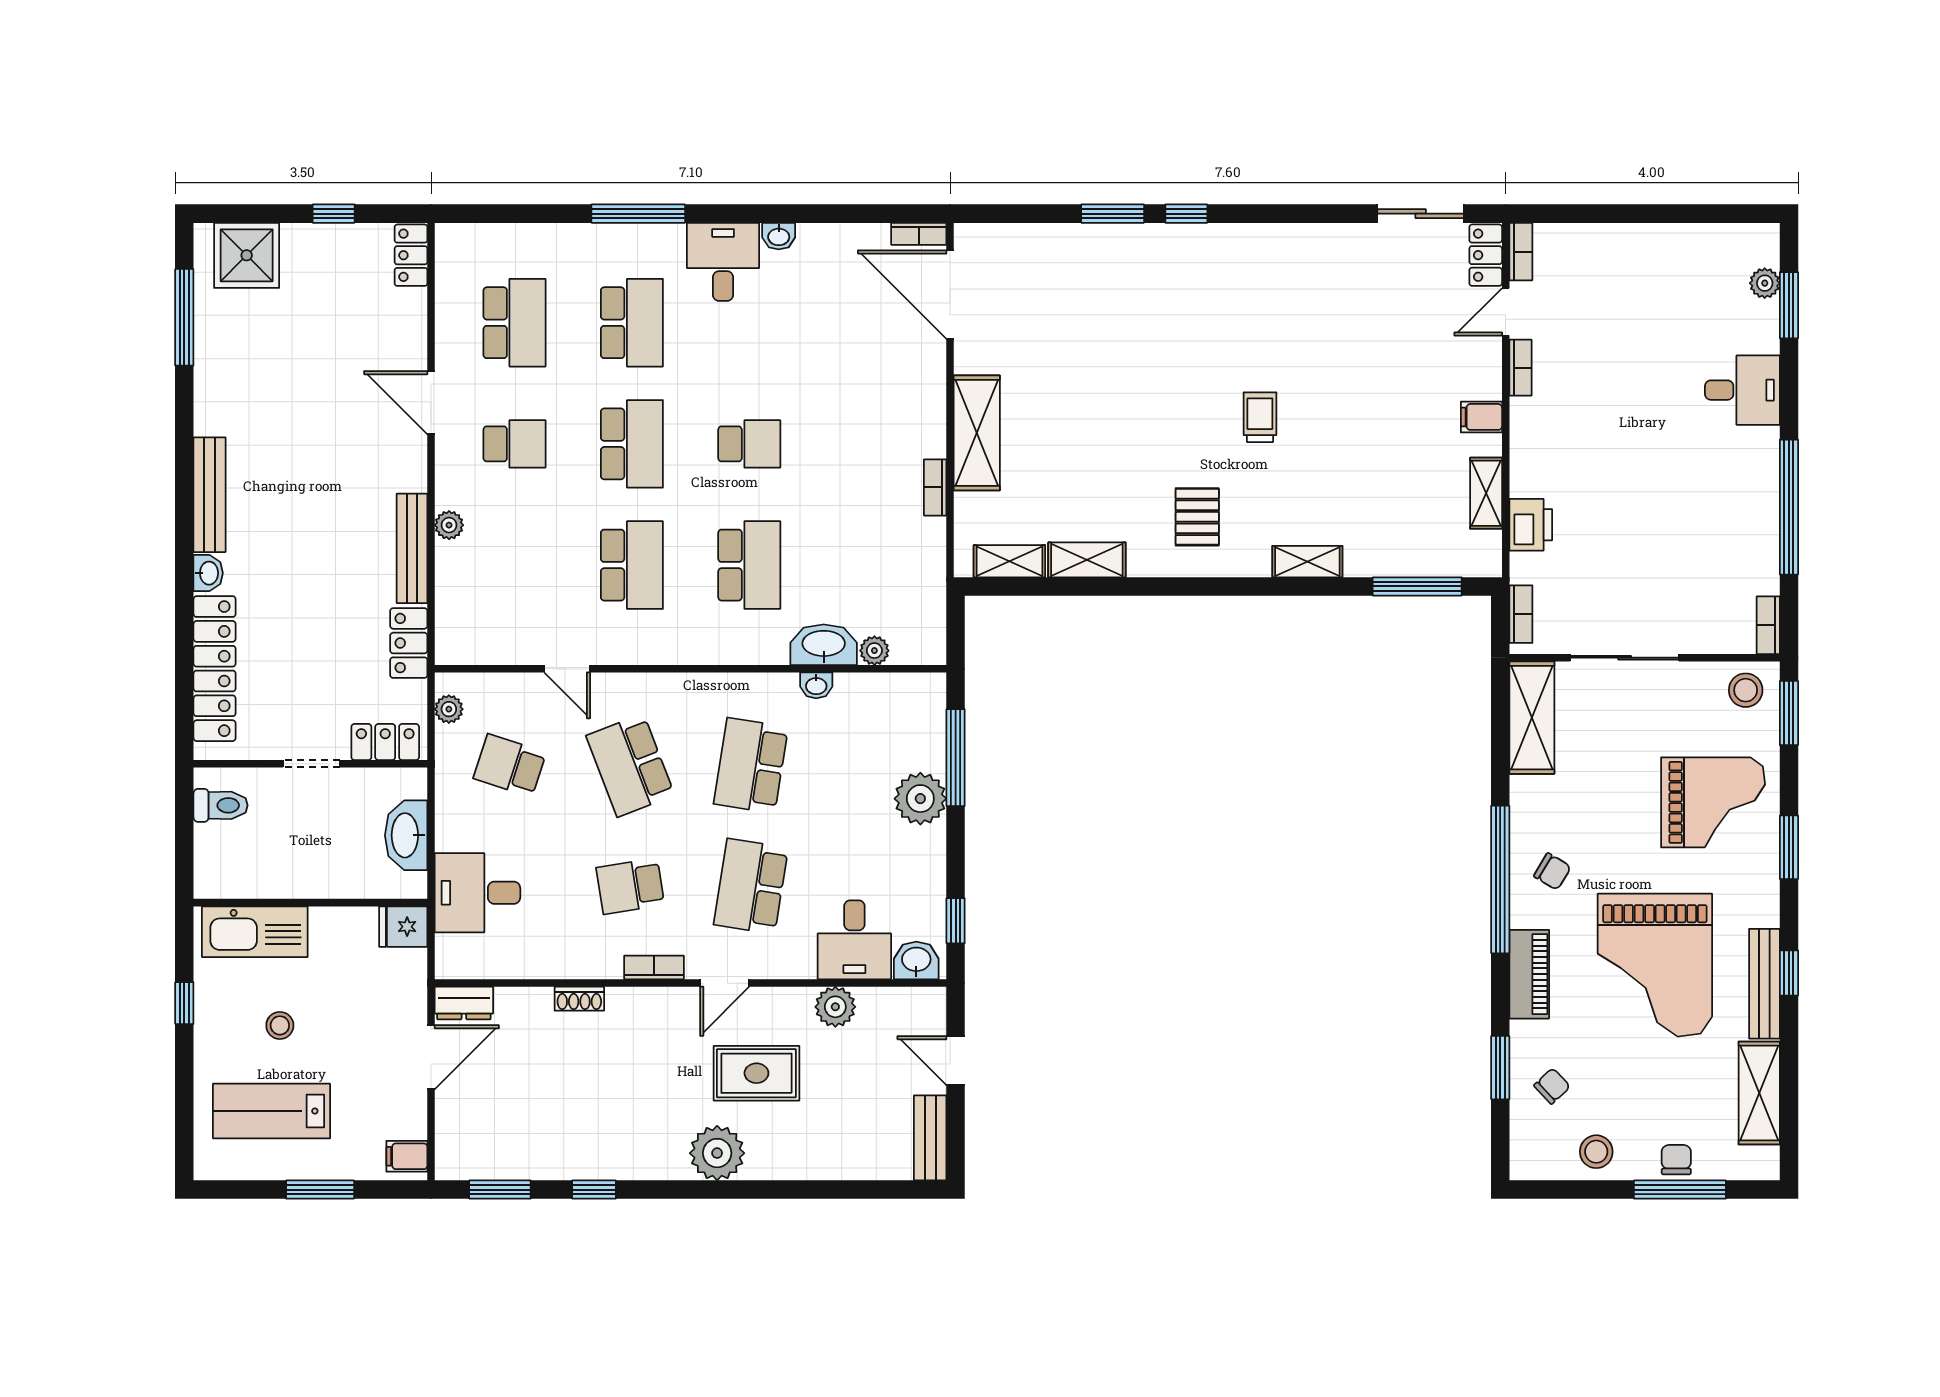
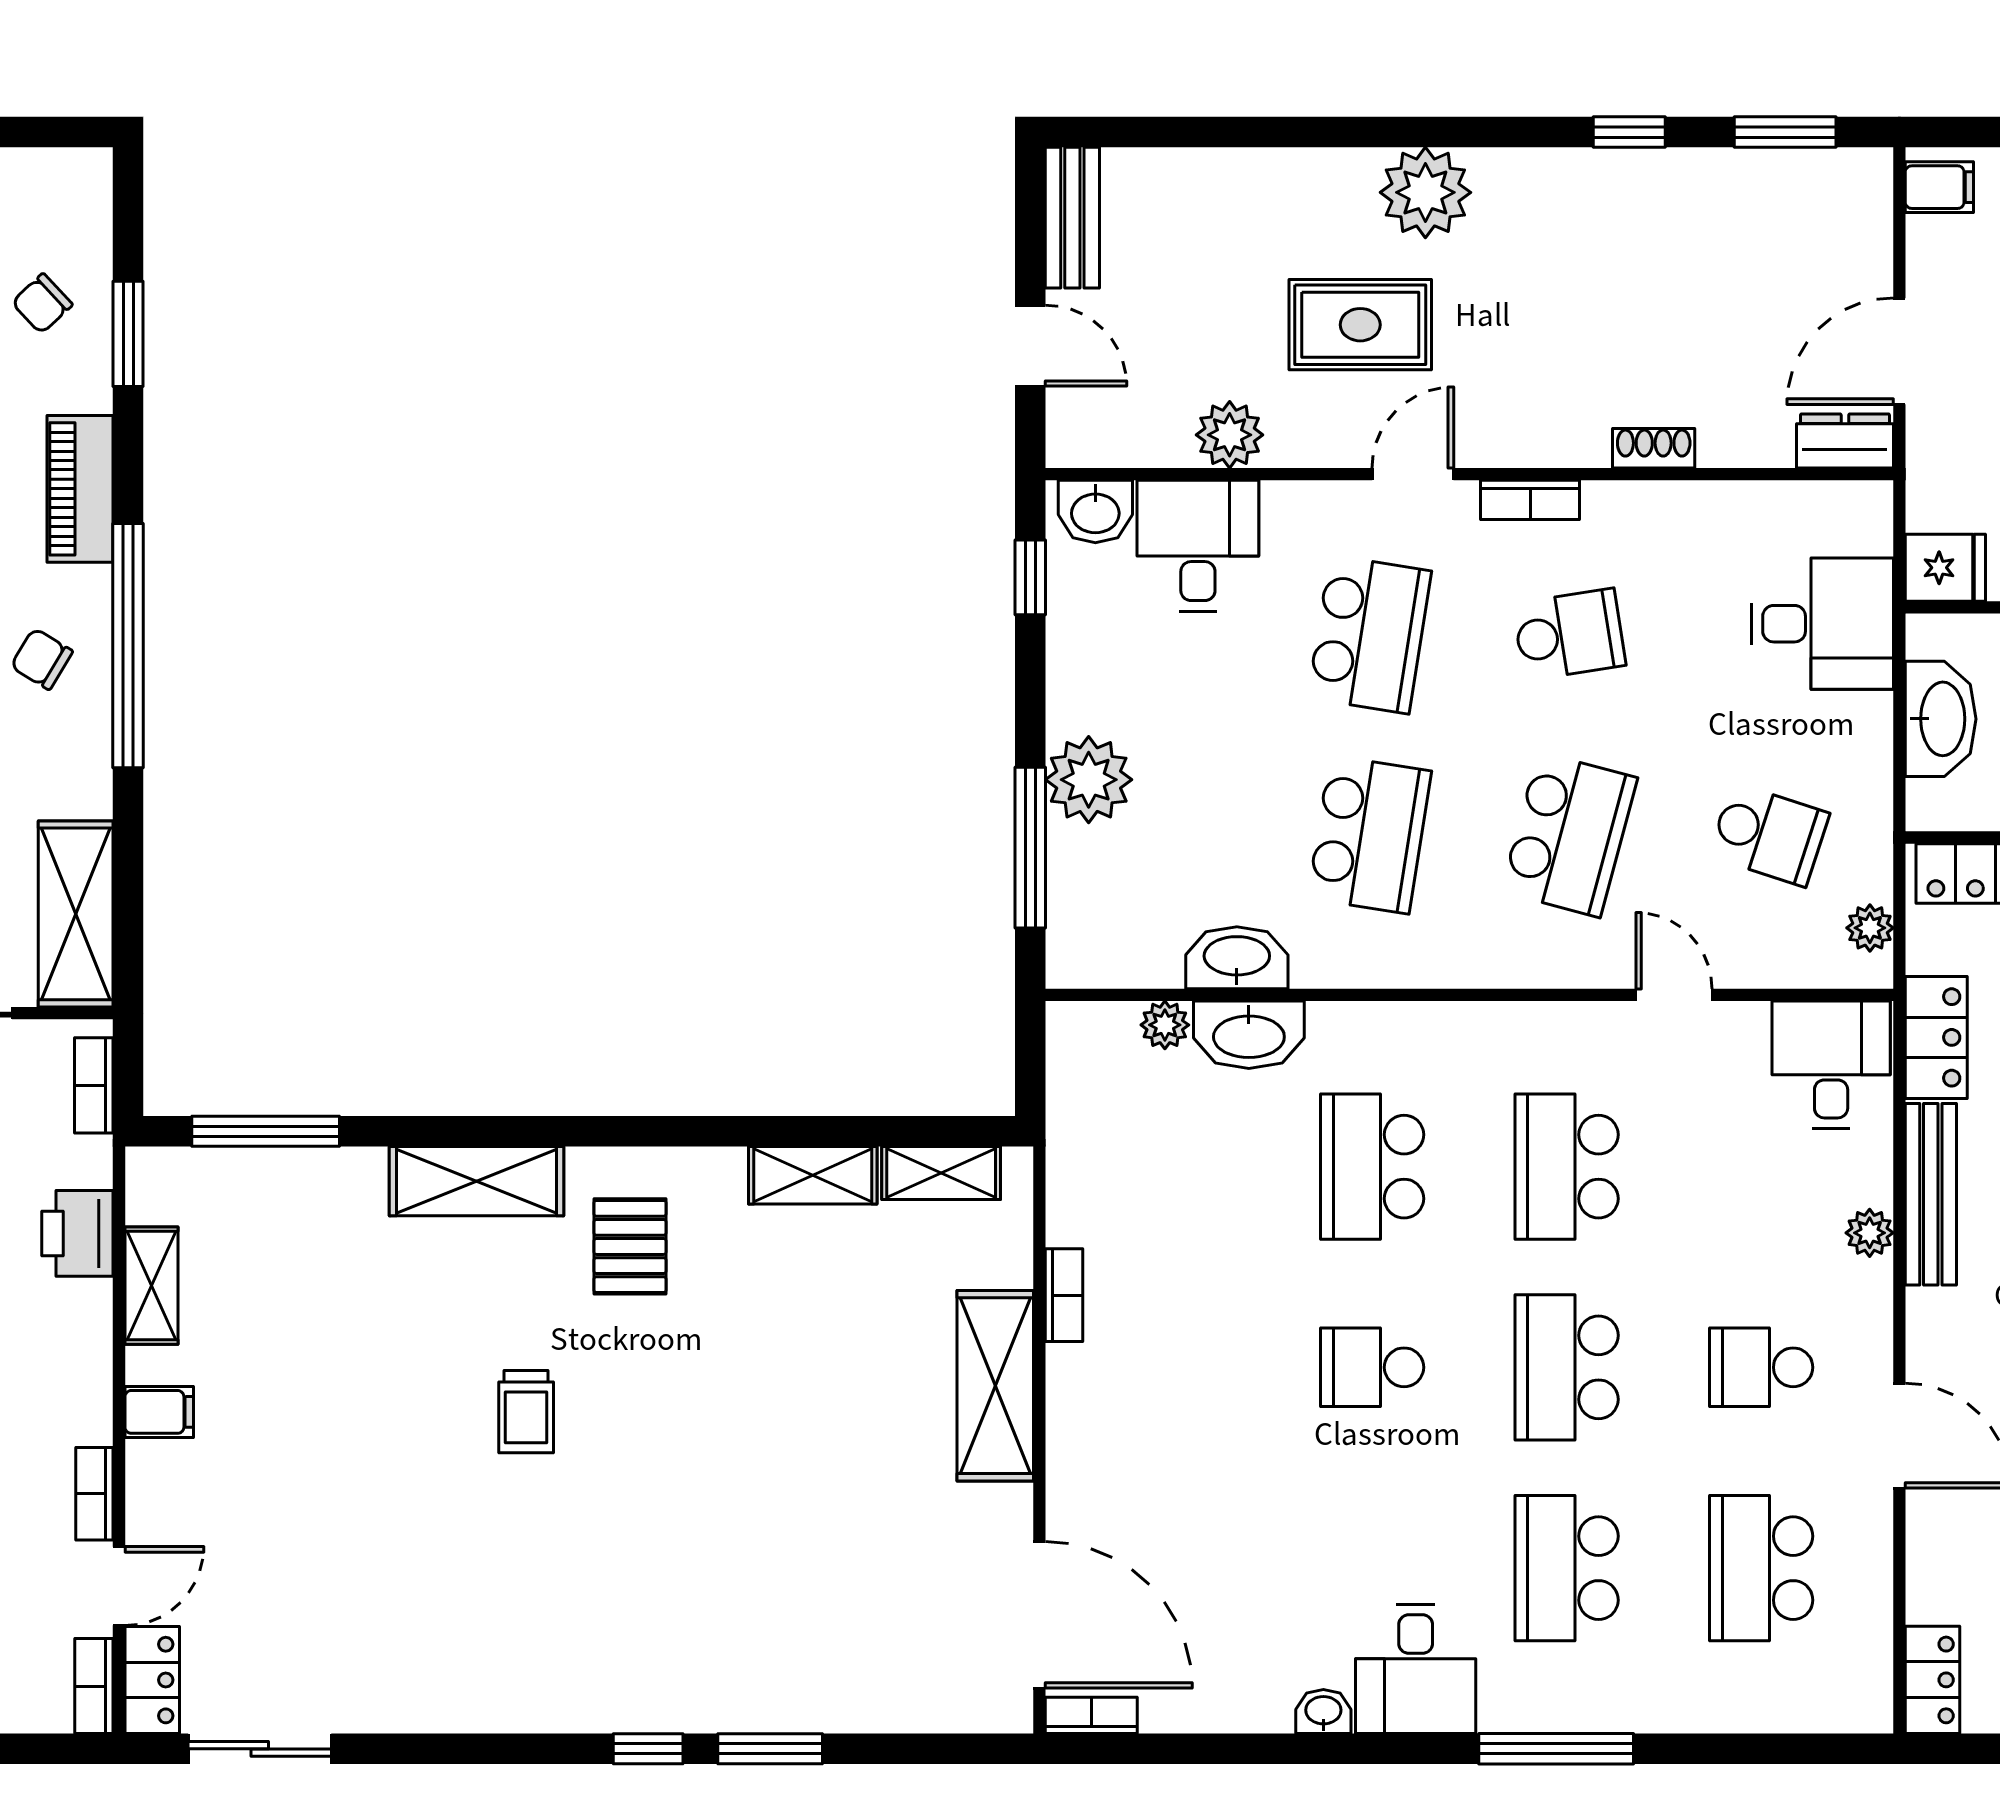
shelving: (1307, 562) -> (476, 1181), width x1.50, depth x1.33
desk: (472, 627) -> (1831, 1065), added
washbasin: (816, 685) -> (1237, 958), width x1.91, depth x1.45
school desk: (630, 765) -> (1569, 835), turned 36

